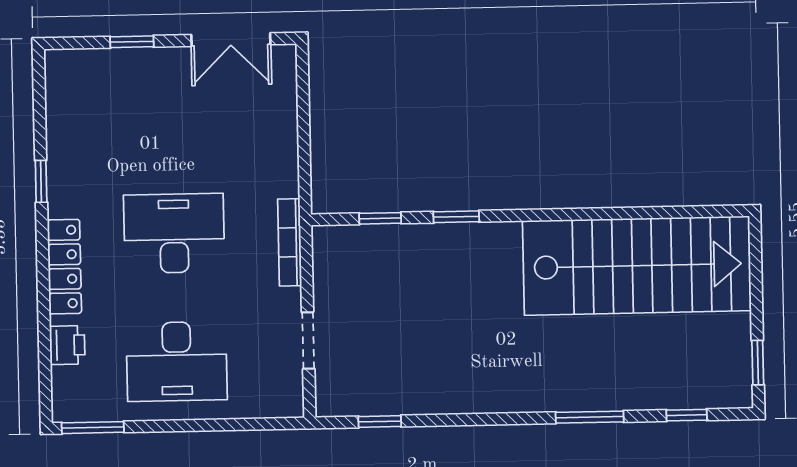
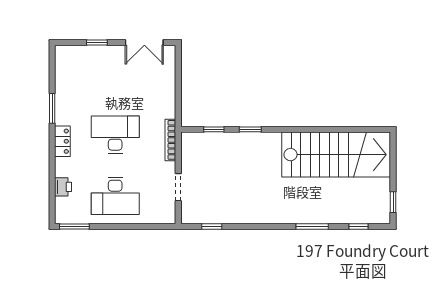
window: (41, 181) -> (52, 108), width x1.50
locker: (64, 267) -> (62, 141), width x0.66

